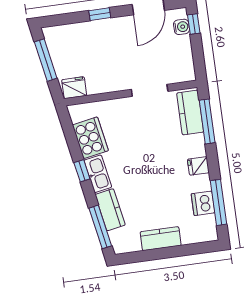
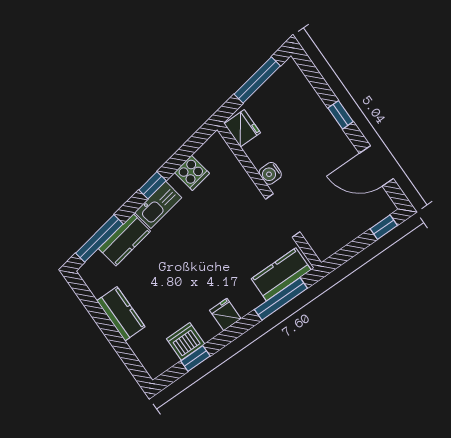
water cooler: (181, 27) -> (270, 173), moved, turned 90
cooker: (90, 138) -> (192, 173), width x0.53, depth x0.76
window: (218, 202) -> (195, 358), width x0.46

